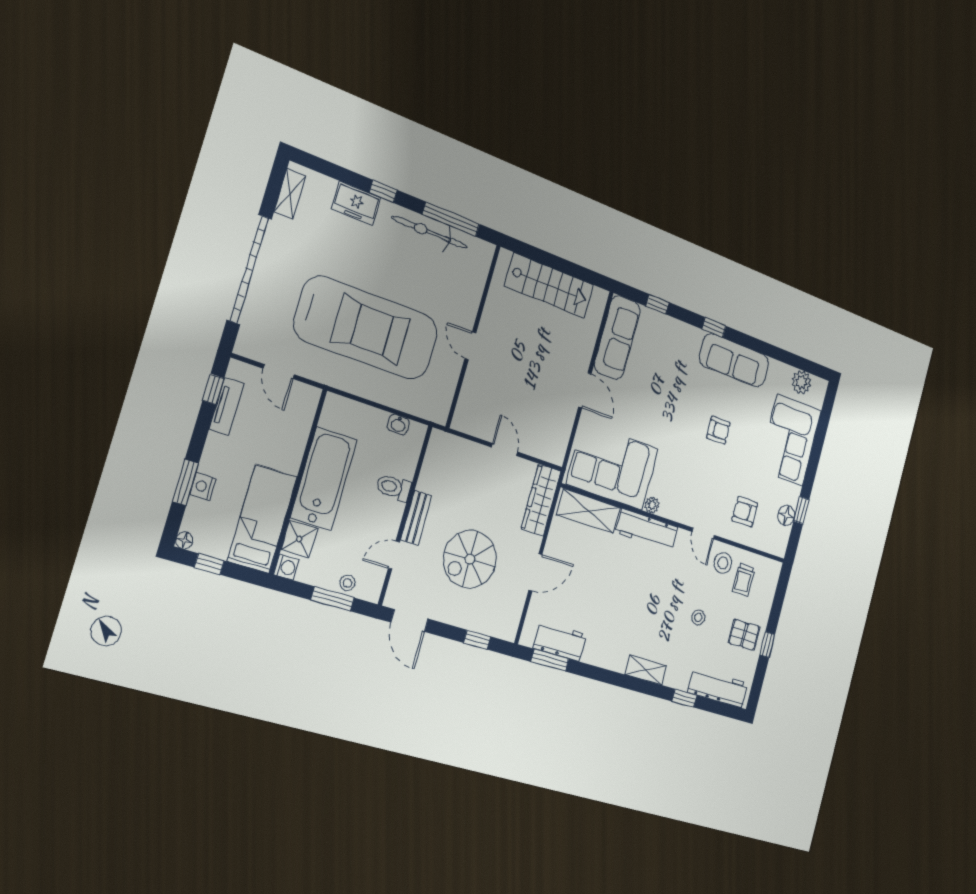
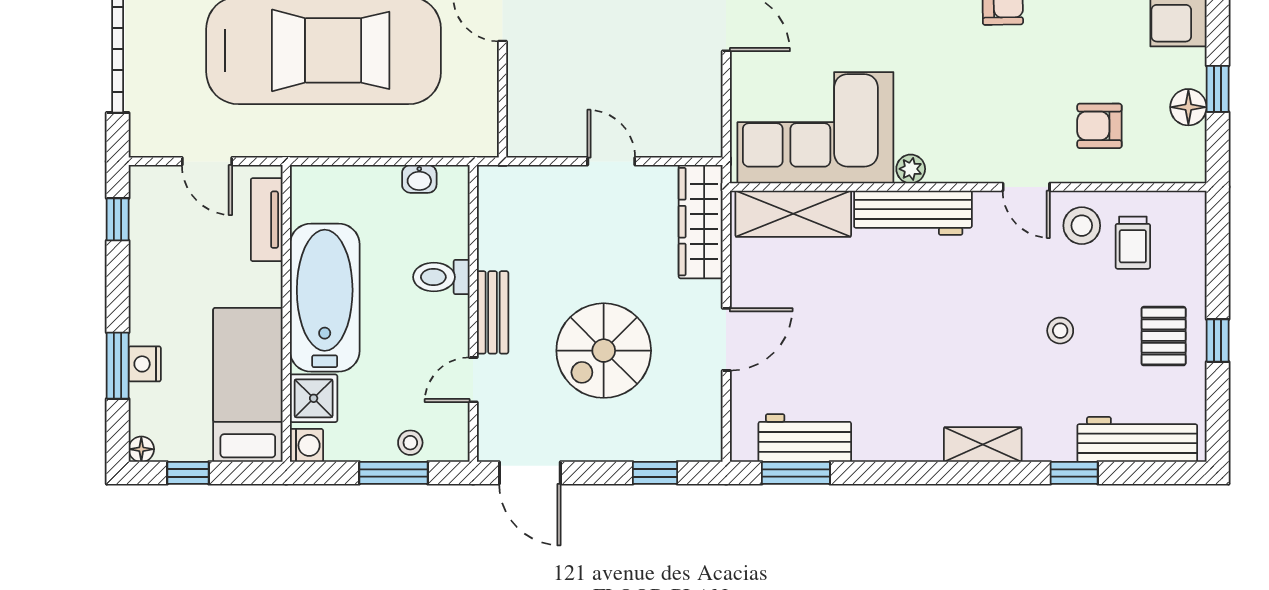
tv unit: (227, 406) -> (267, 220), moved, turned 180
pallet: (744, 635) -> (1164, 336), turned 90

